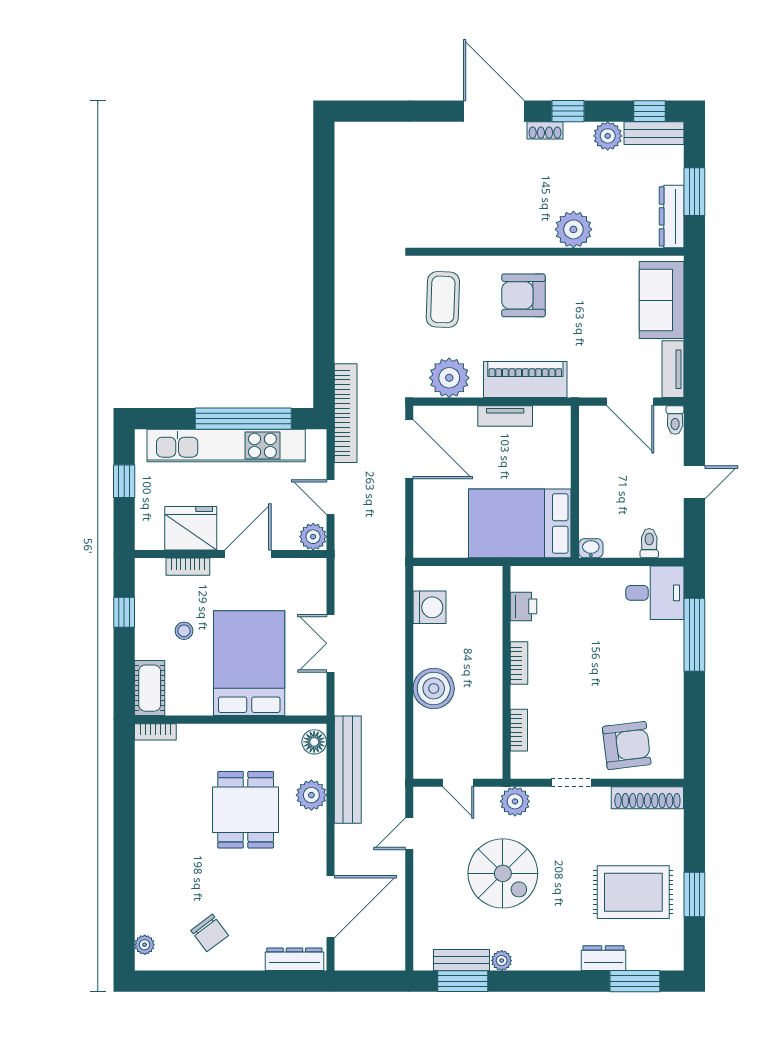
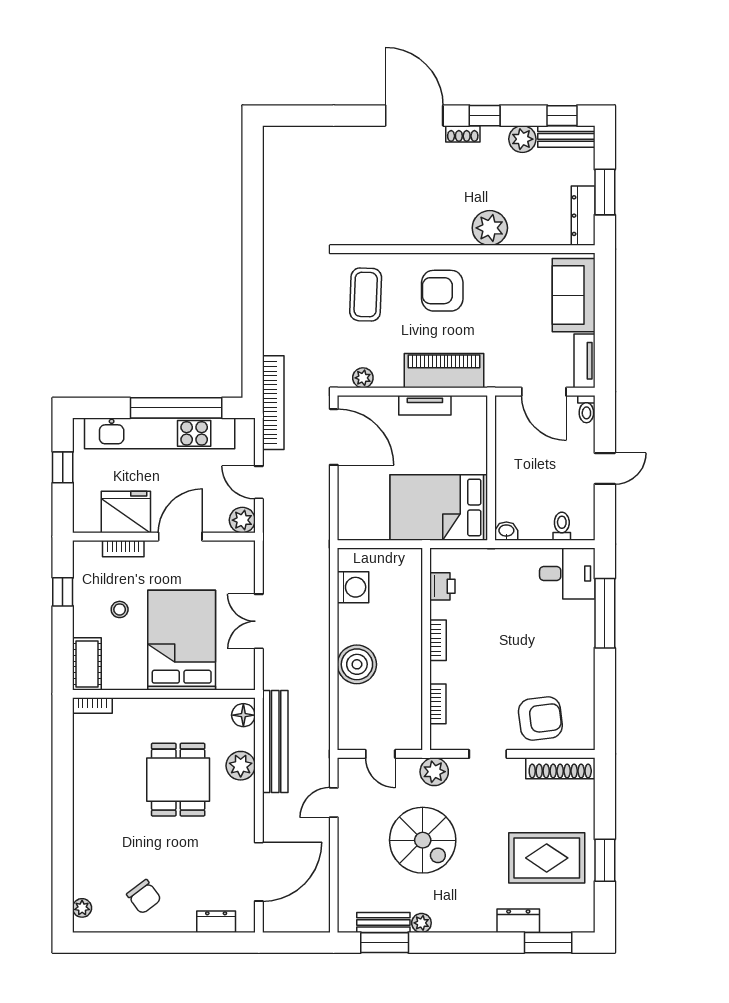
plant: (449, 378) -> (363, 378), width x0.53, depth x0.53
dresser: (294, 959) -> (216, 922), width x0.70

